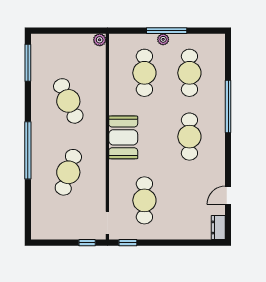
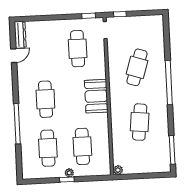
window: (167, 31) -> (67, 180), width x0.46
cafe table: (68, 101) -> (140, 122), turned 30
dresser: (218, 227) -> (20, 35), width x1.44

